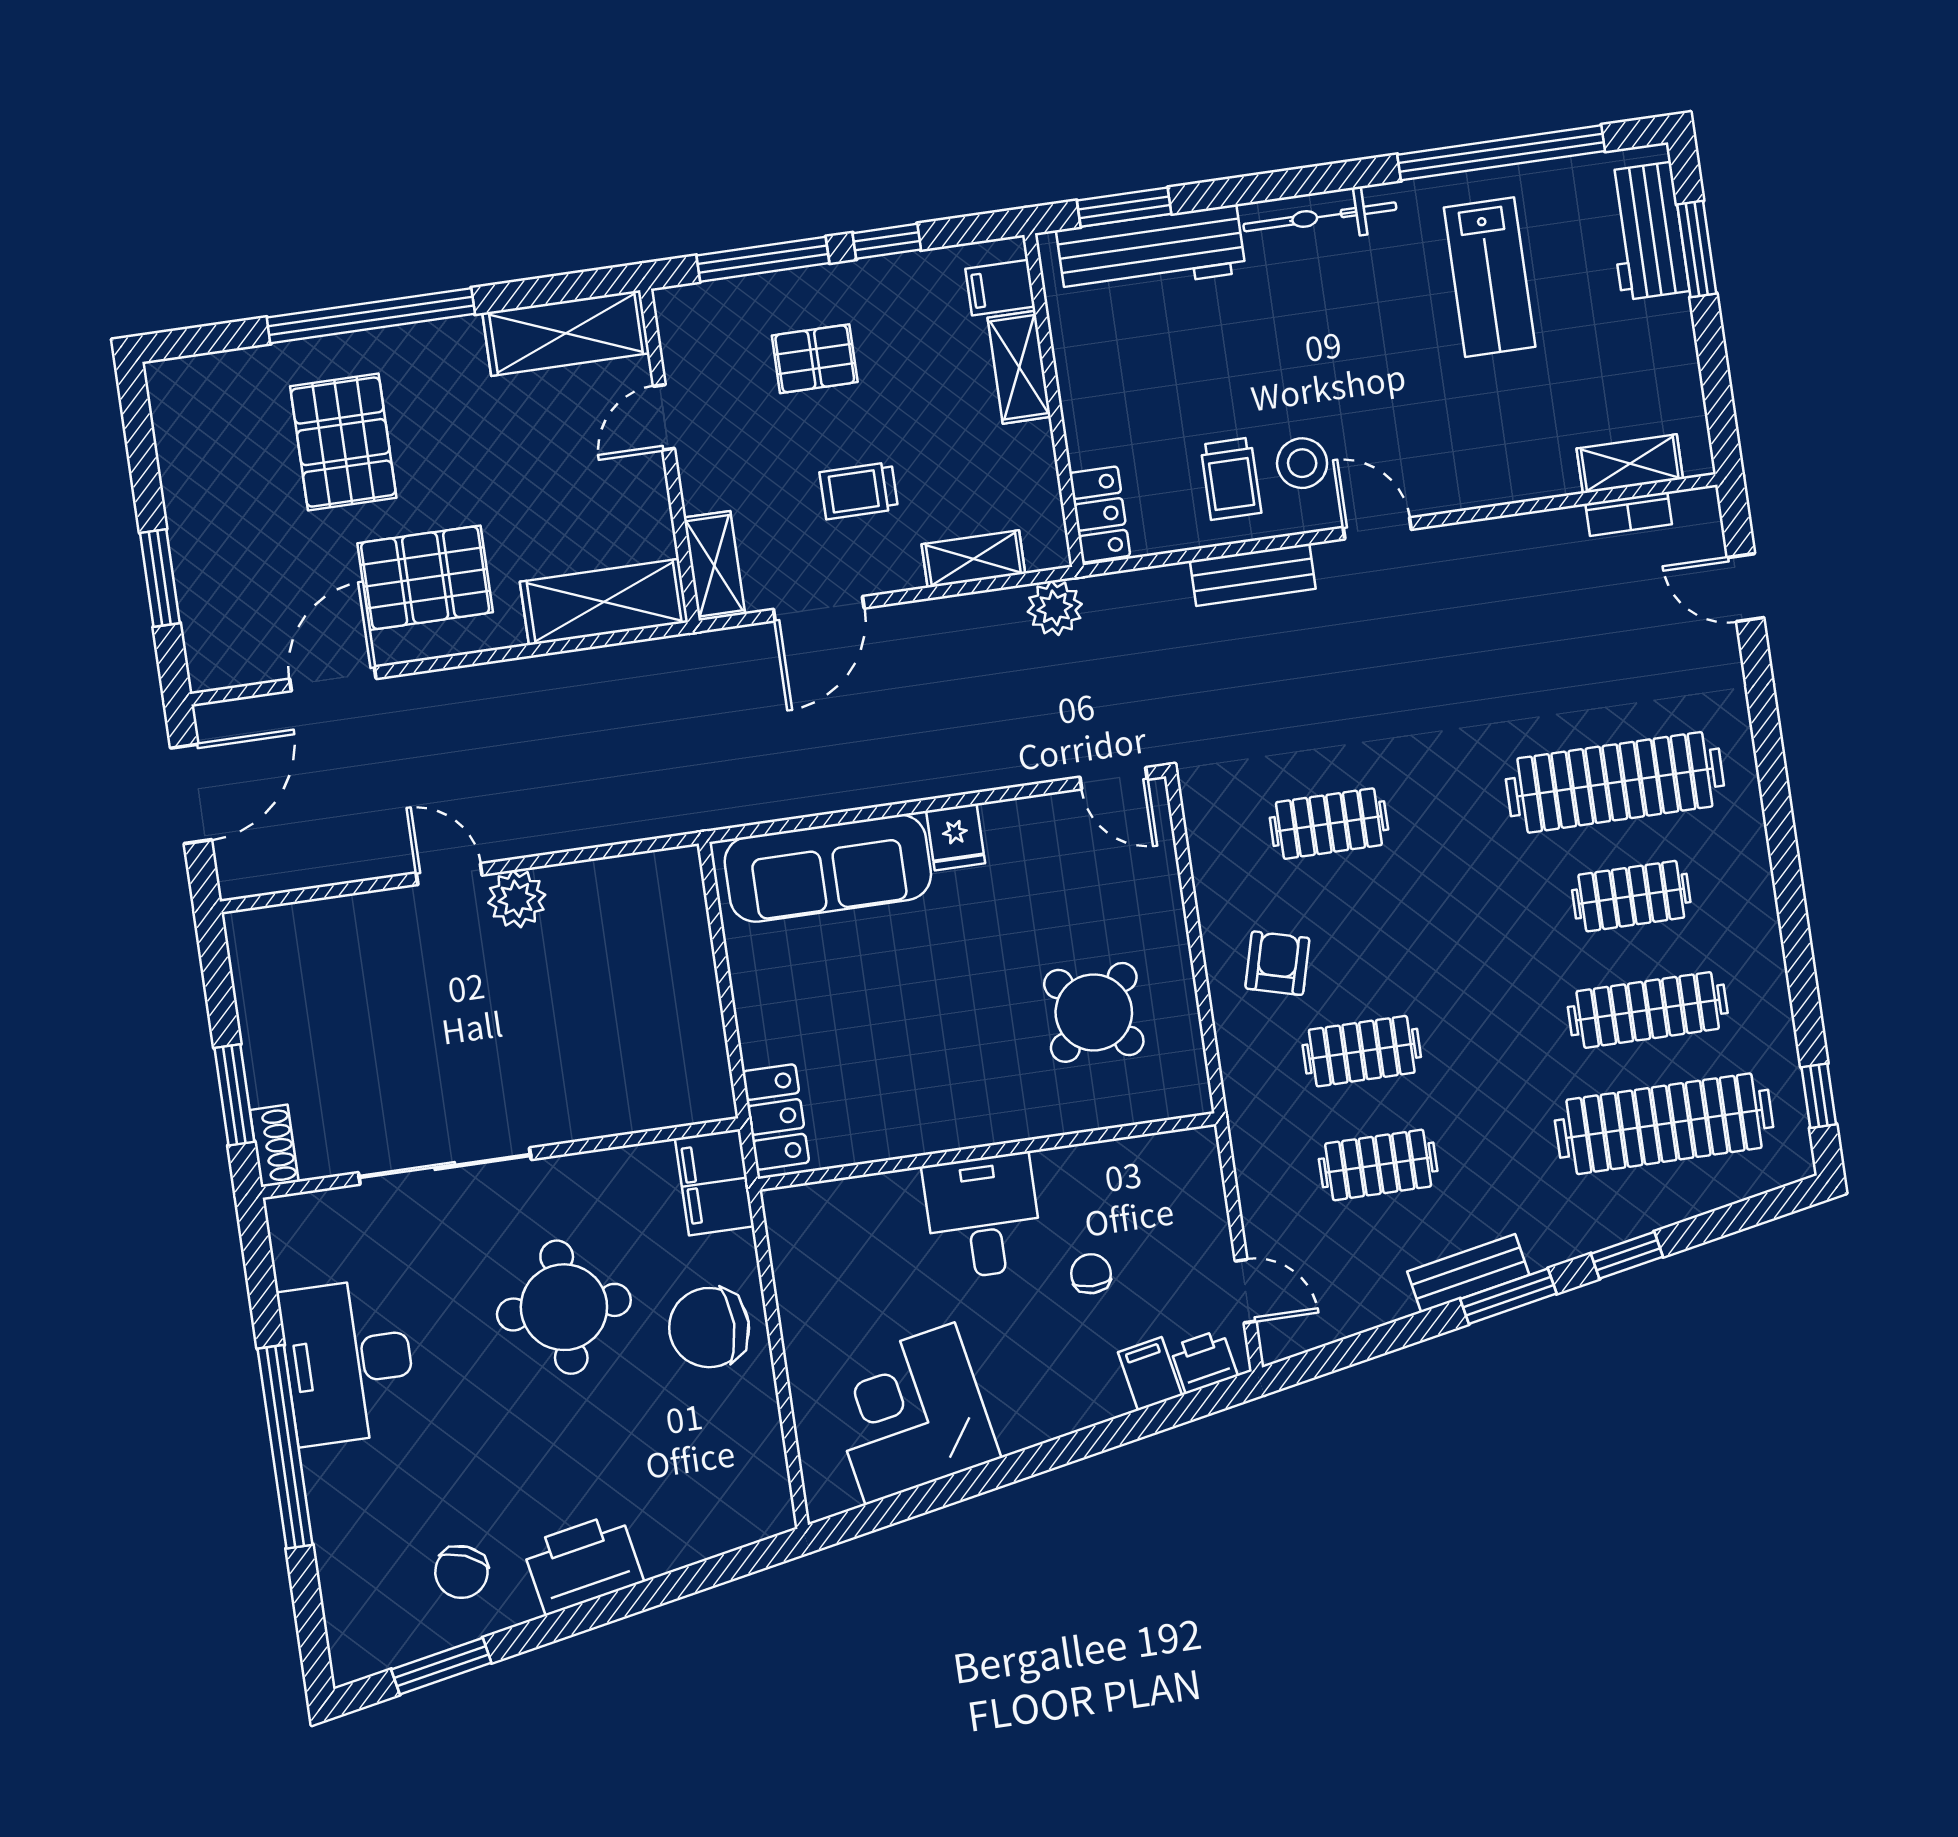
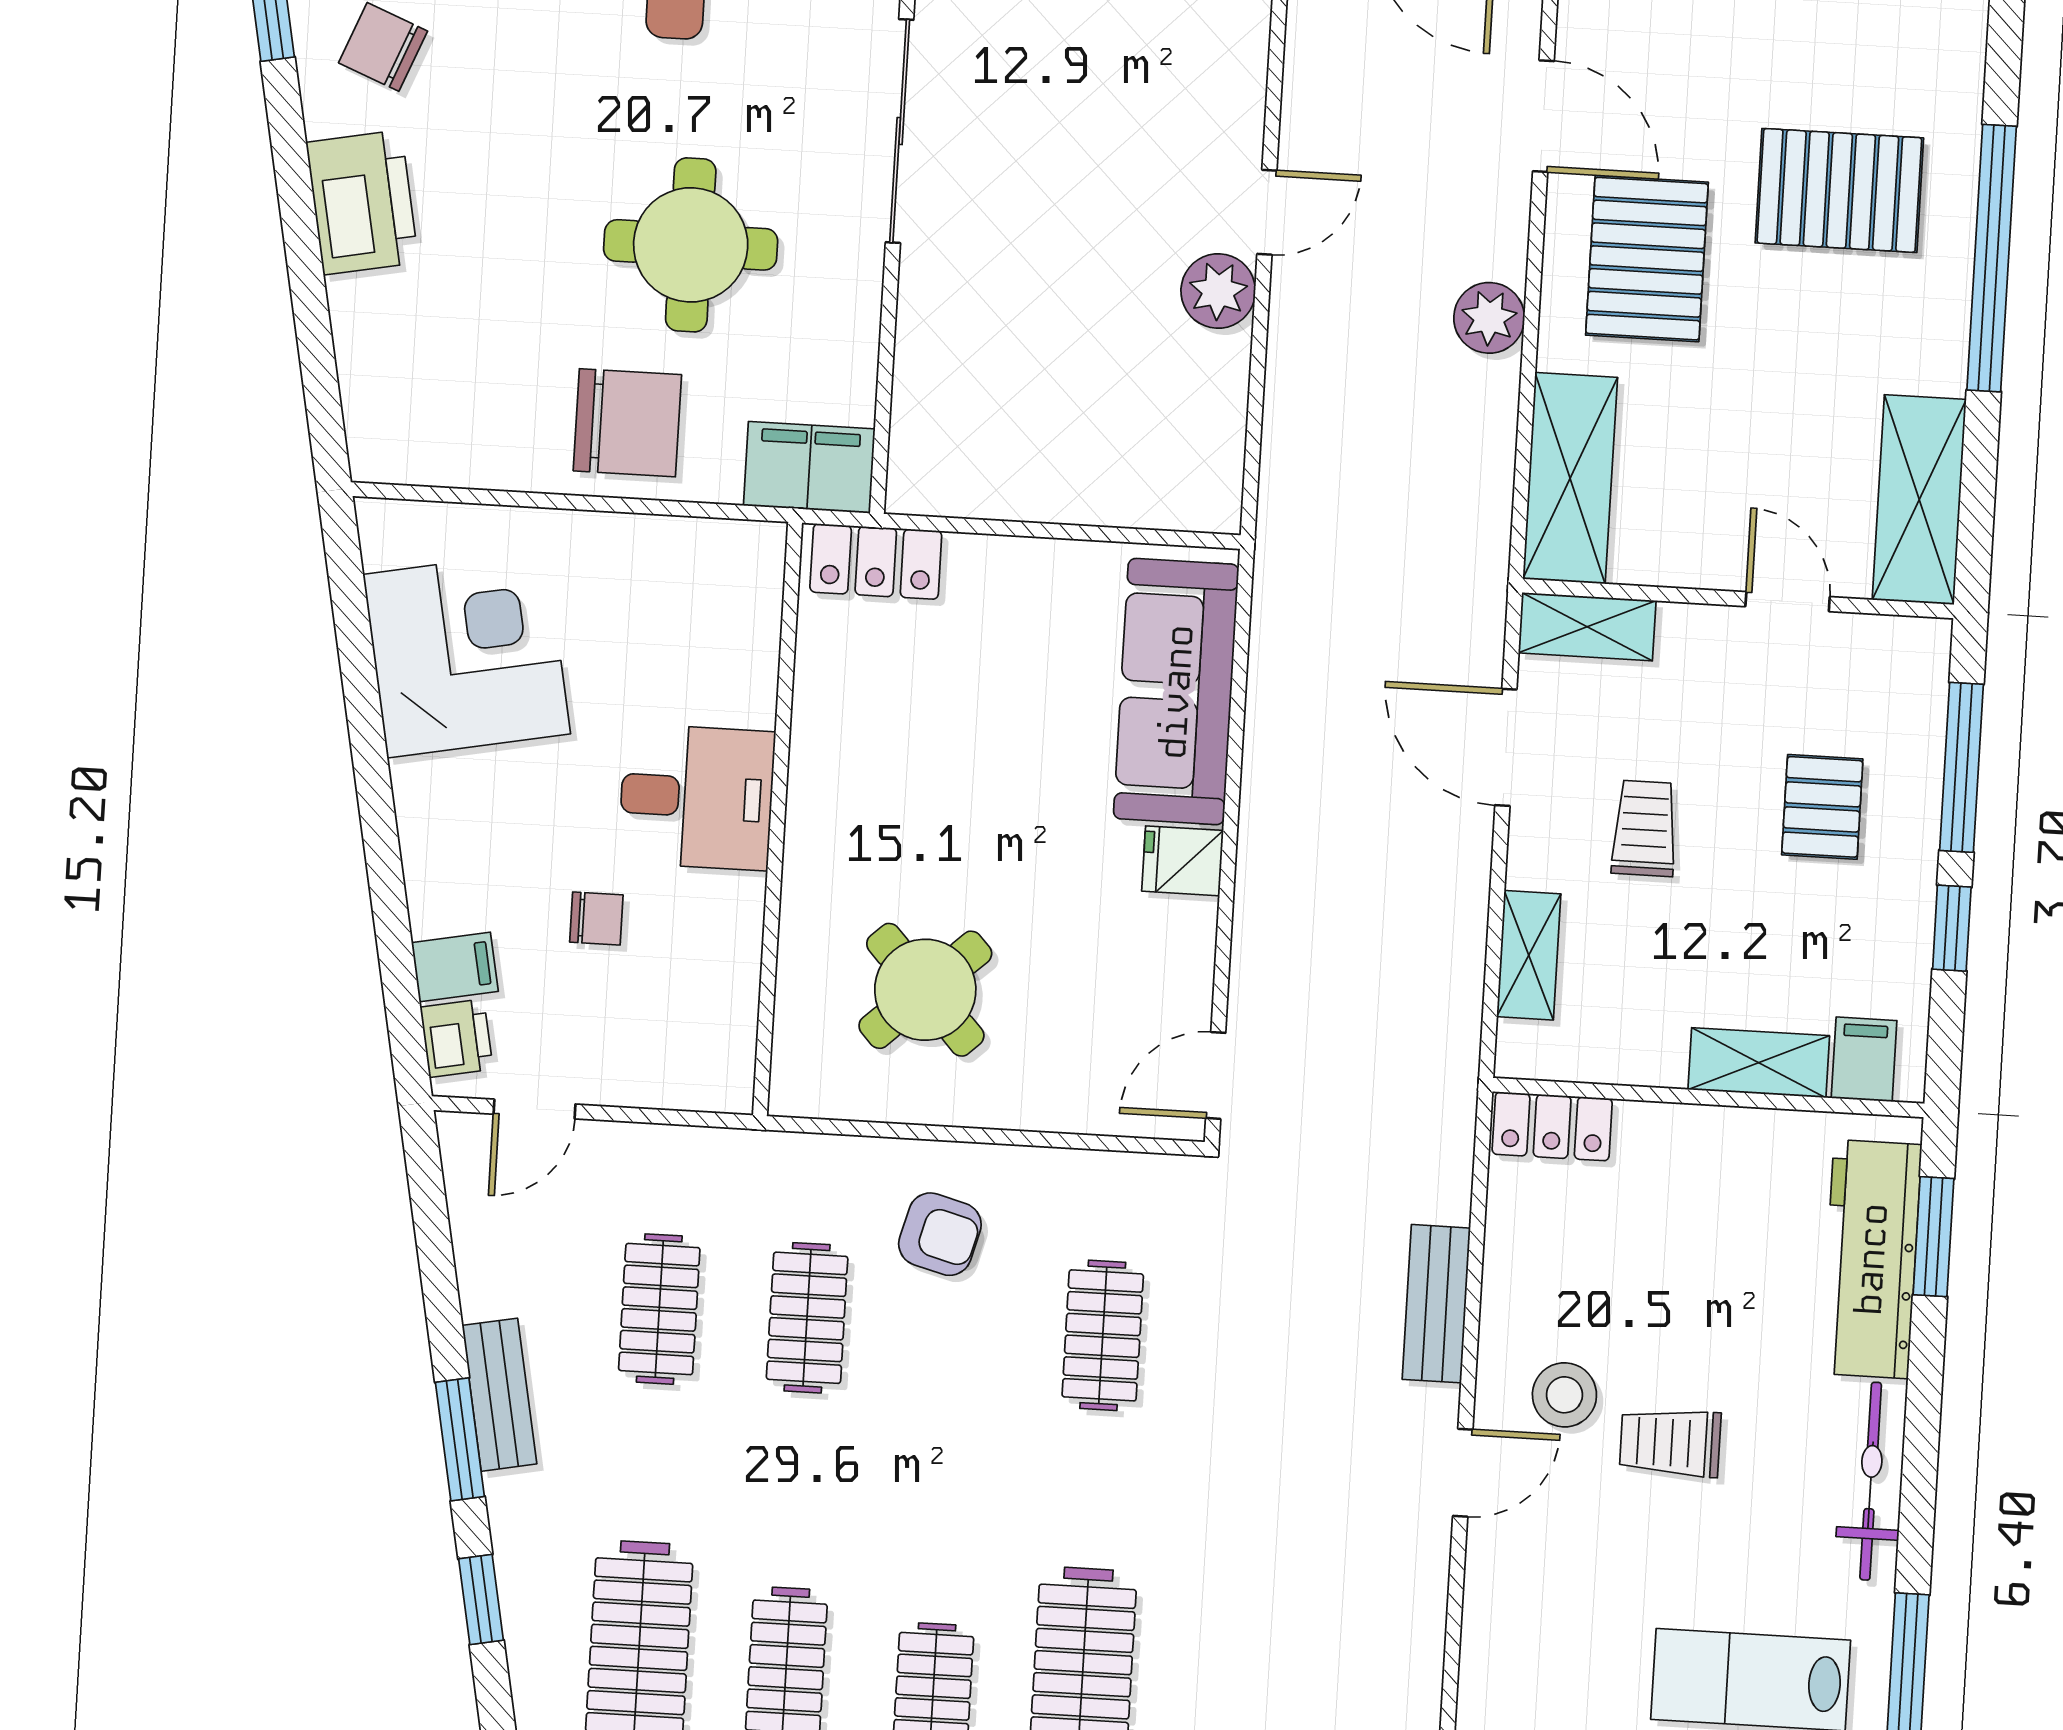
trolley: (1231, 479) -> (1670, 1442), moved
plant: (1055, 608) -> (1489, 318), moved
chair: (709, 1328) -> (627, 423), turned 90

